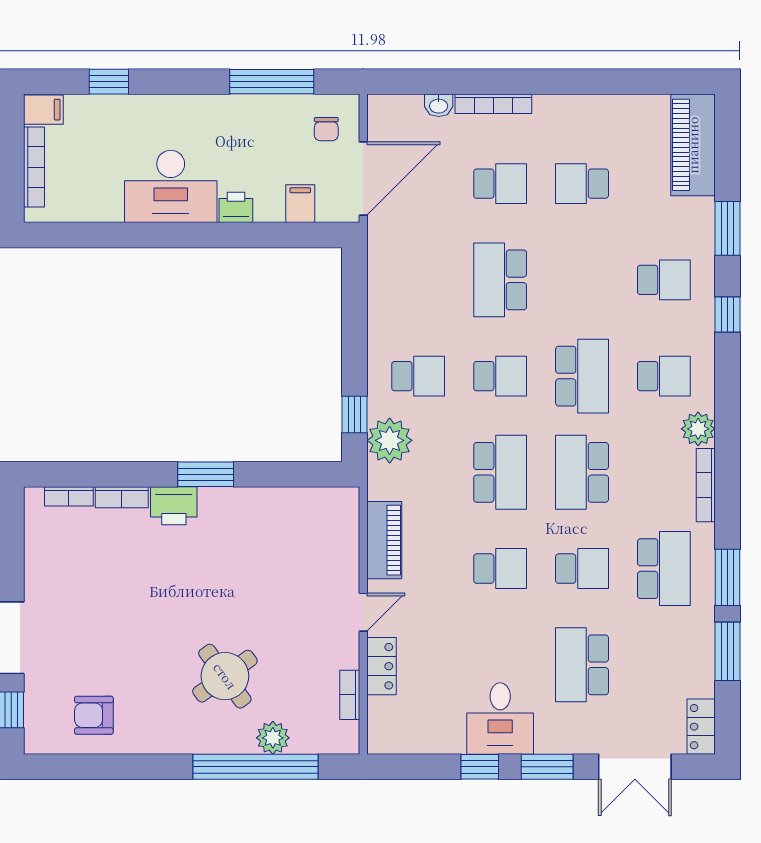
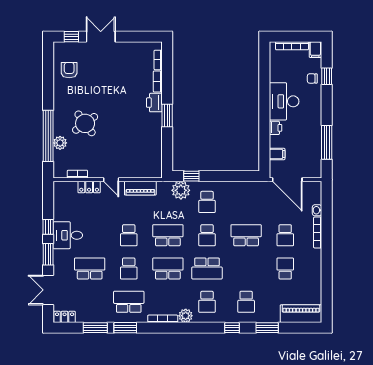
chair: (326, 129) -> (312, 78), moved
school desk: (500, 472) -> (168, 235), turned 180
school desk: (664, 569) -> (129, 302), turned 180

